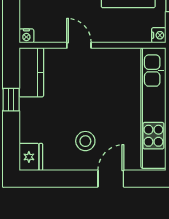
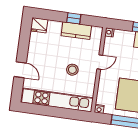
kitchen counter: (31, 72) -> (76, 31), moved
stool: (85, 141) -> (72, 70), moved

